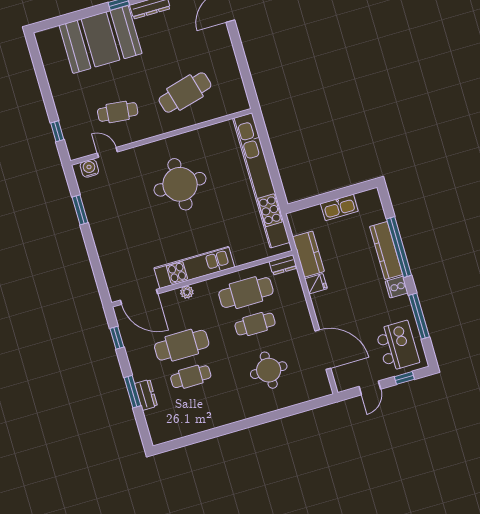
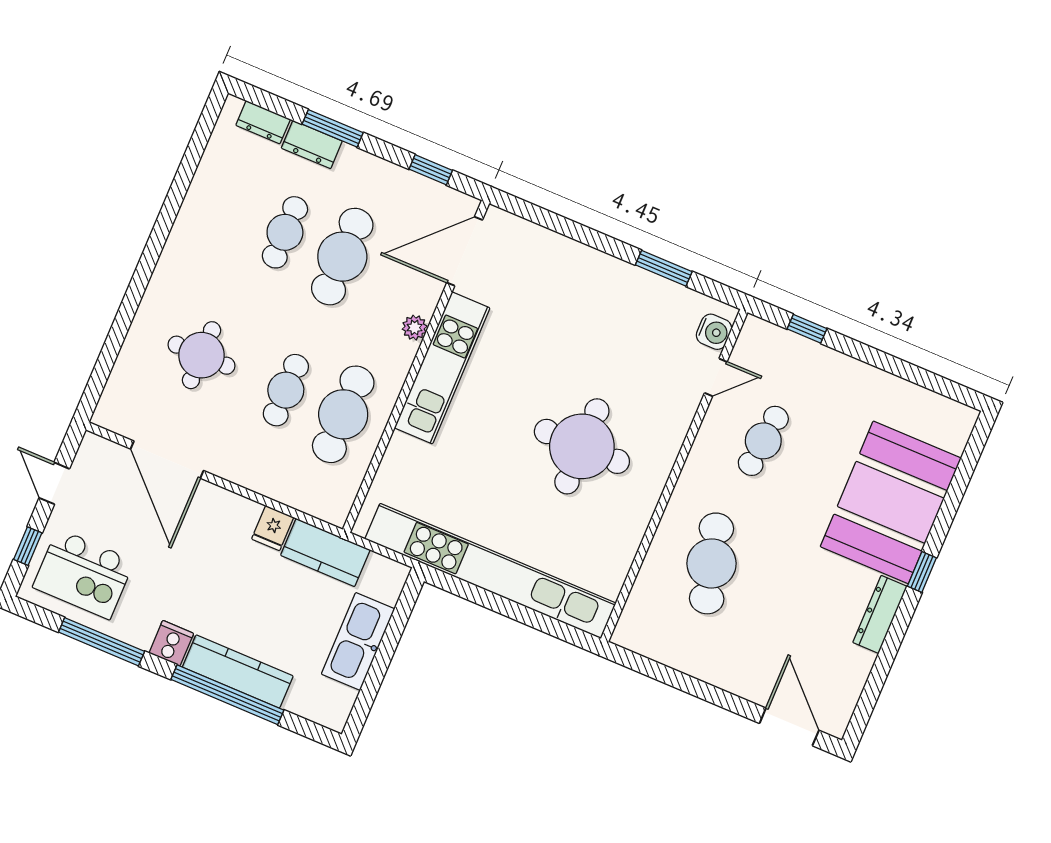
kitchen sink: (339, 207) -> (358, 642), width x1.36, depth x1.24
dresser: (283, 265) -> (263, 122), moved, turned -90
door: (323, 350) -> (167, 460), hinge flipped

